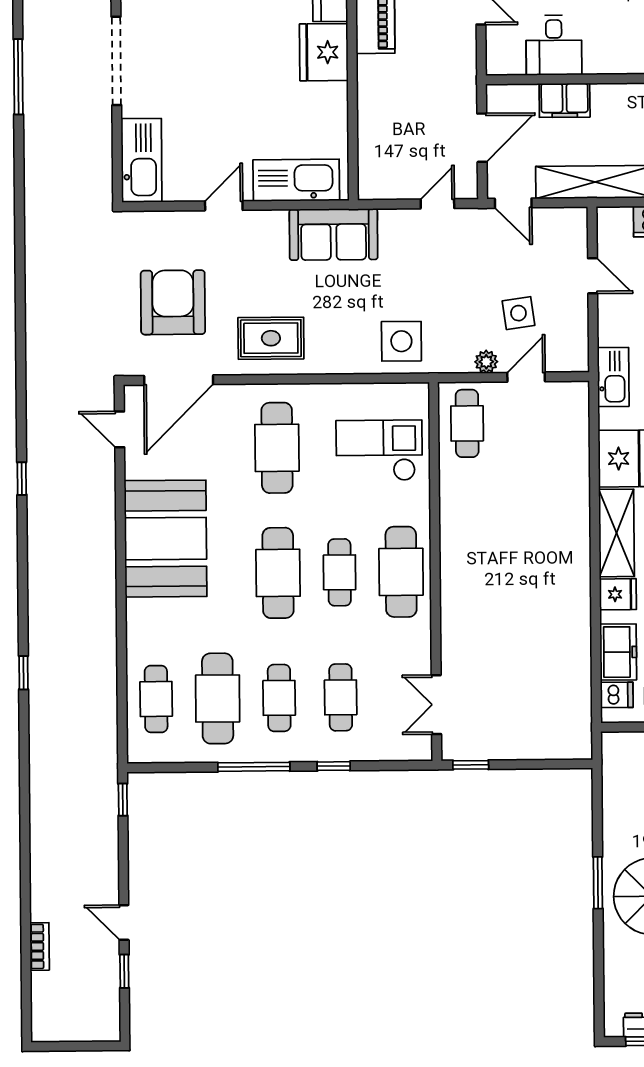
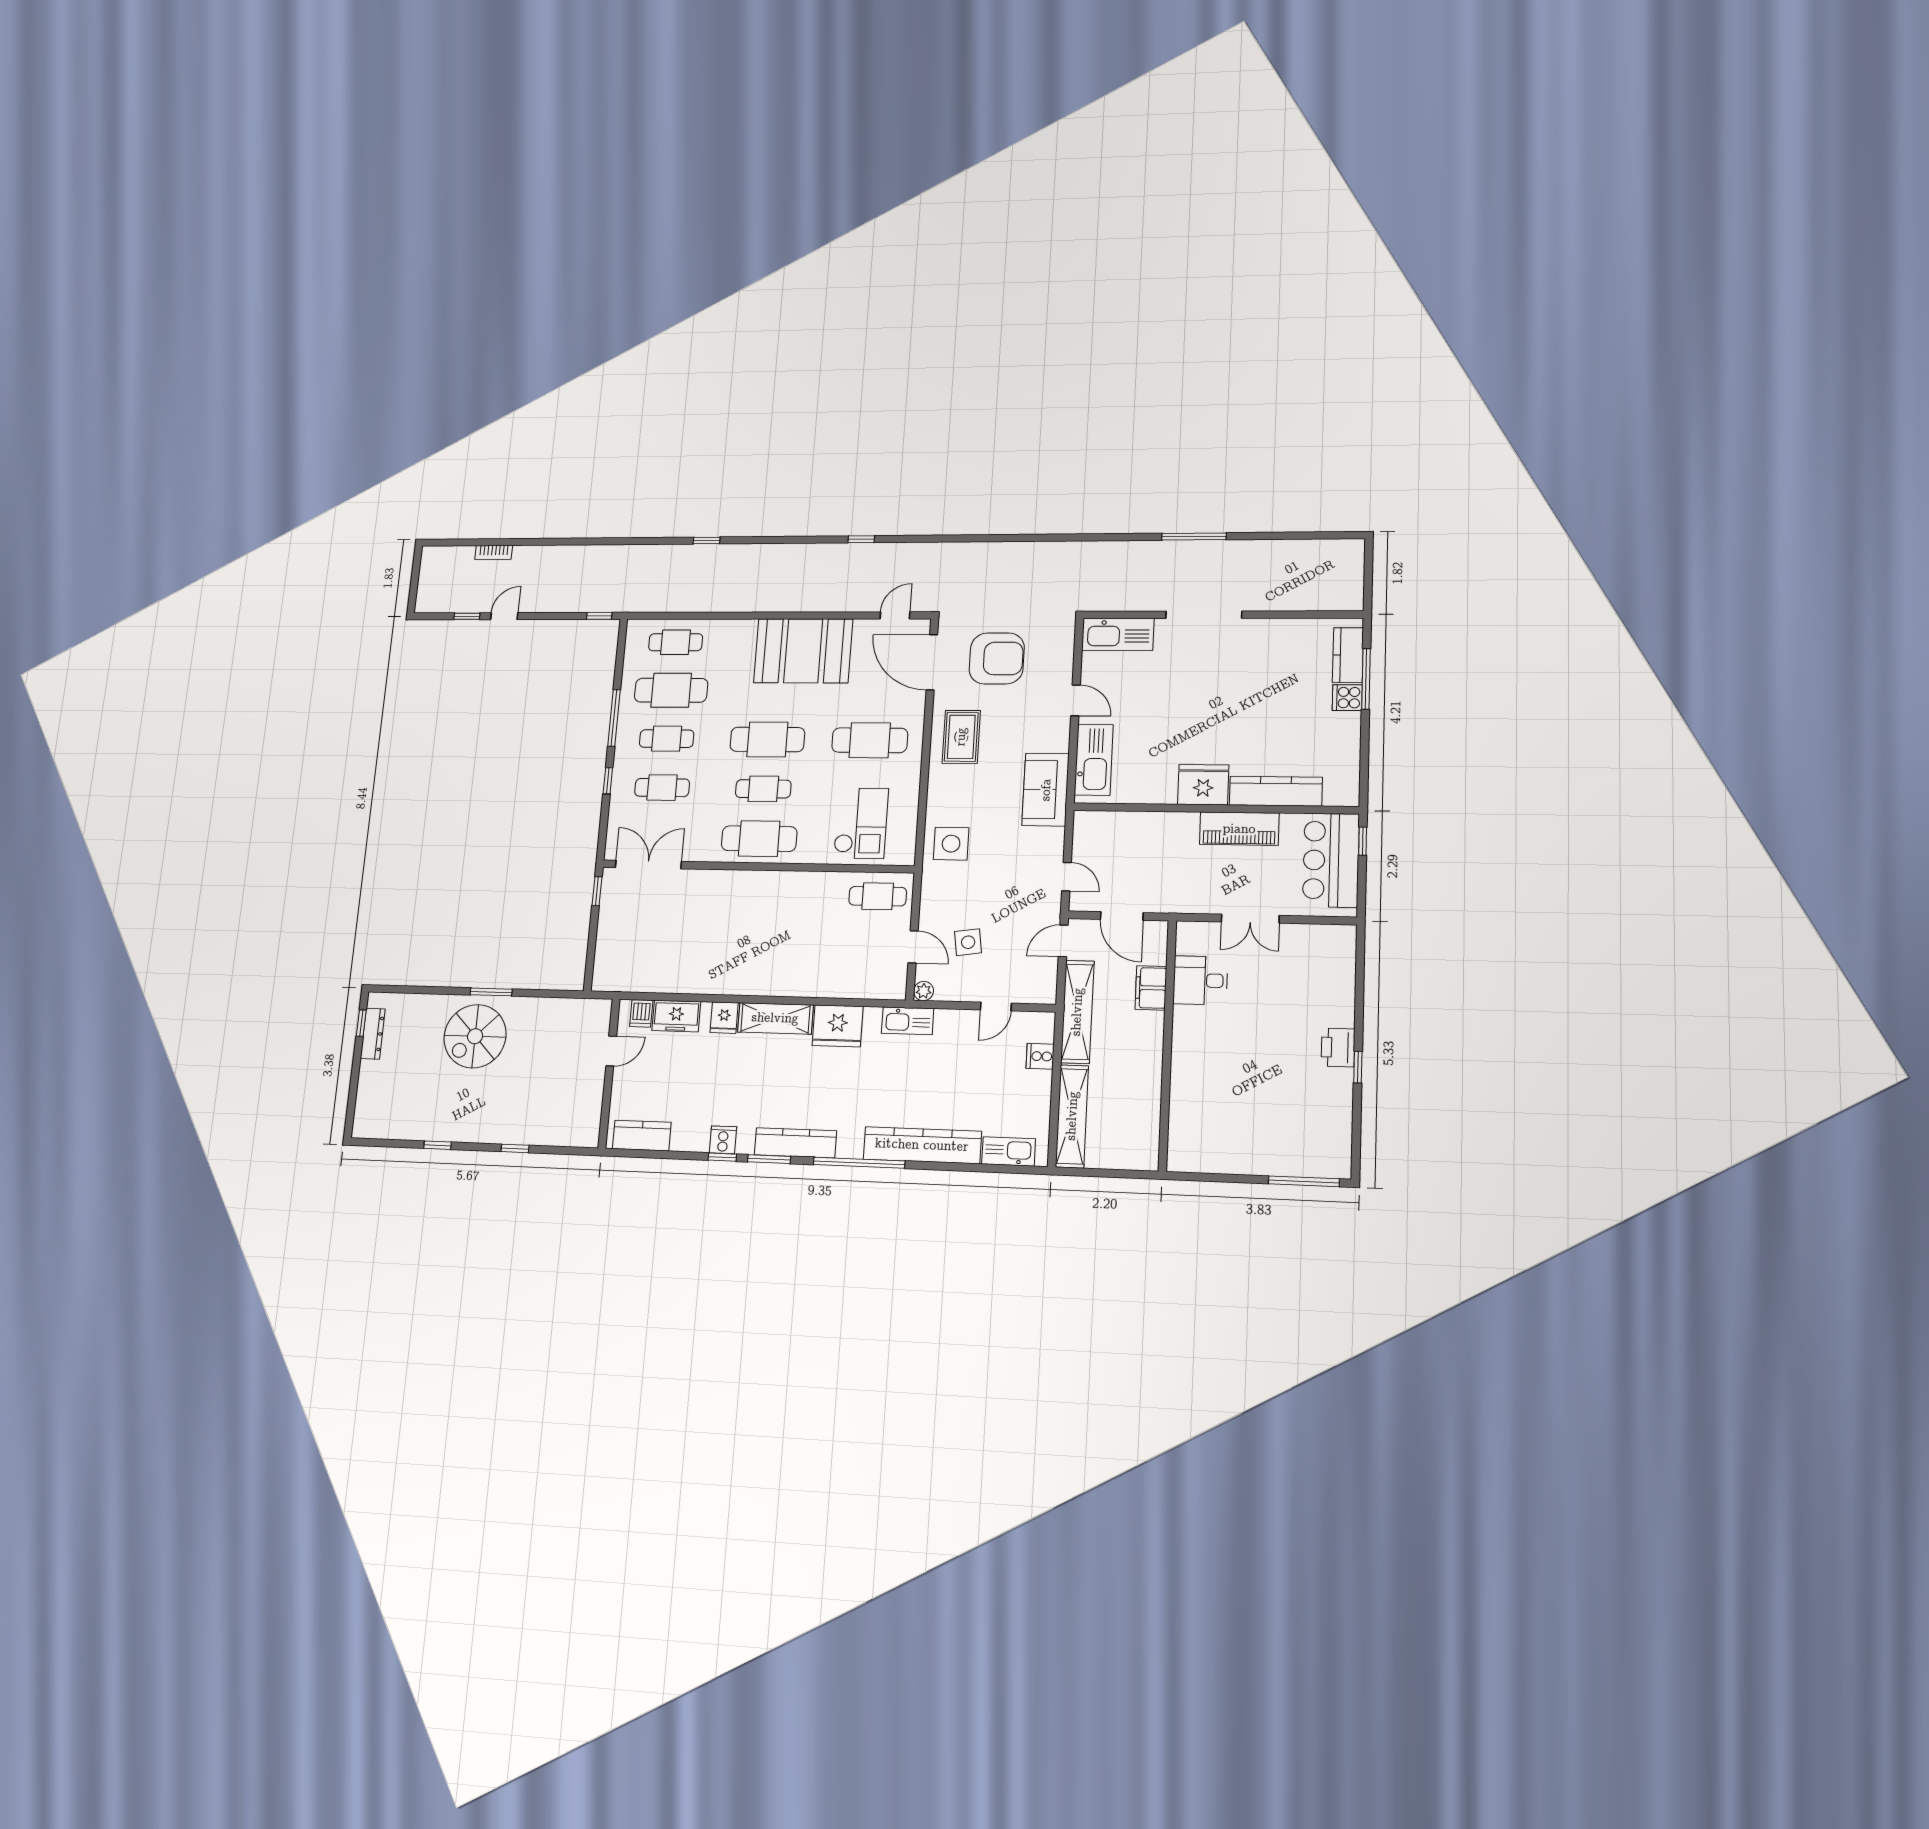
plant: (486, 362) -> (924, 991), moved
double door: (436, 705) -> (648, 865), width x1.37

